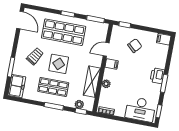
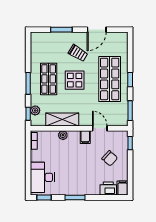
door: (20, 20) -> (97, 30), moved
printer: (157, 76) -> (108, 189), moved
freezer: (17, 86) -> (42, 40), removed

